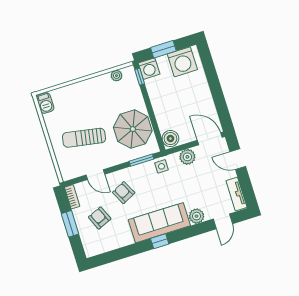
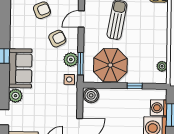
washing machine: (149, 69) -> (158, 108), moved
window: (140, 77) -> (135, 86), moved
plant: (187, 157) -> (71, 59), moved
sofa: (159, 223) -> (20, 68), width x0.73

